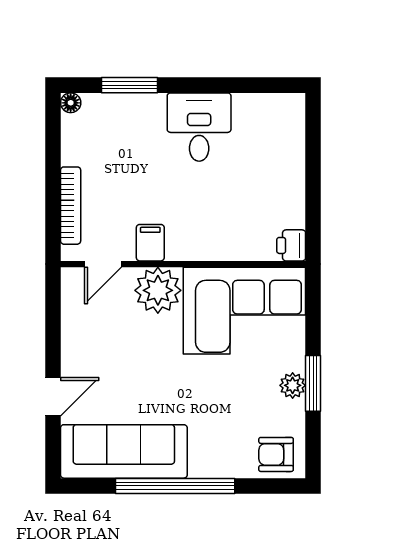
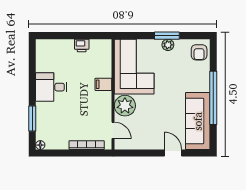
filing cabinet: (150, 243) -> (103, 84), moved
printer: (291, 245) -> (82, 45), moved

